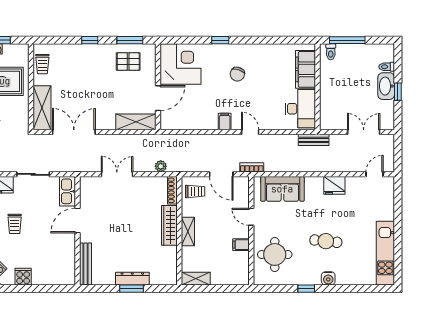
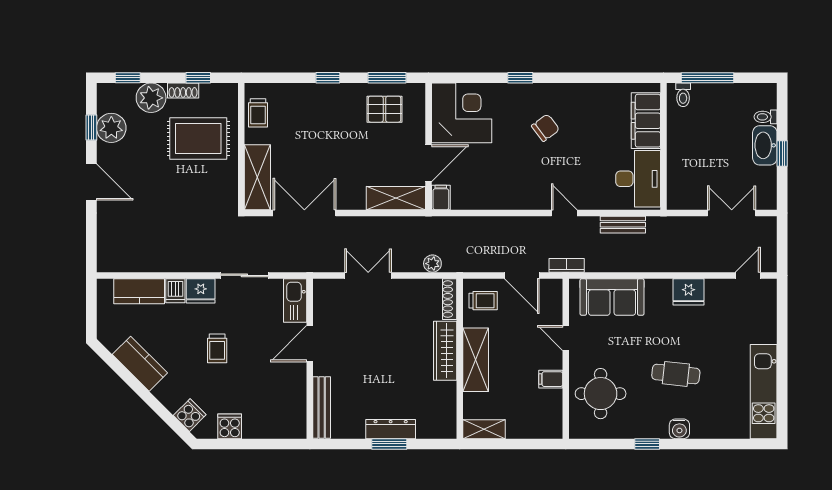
chair: (237, 74) -> (545, 128), turned -146
filing cabinet: (225, 121) -> (441, 198), moved
bench: (314, 140) -> (623, 225), moved
shelving: (188, 232) -> (476, 360), width x1.50, depth x1.33

